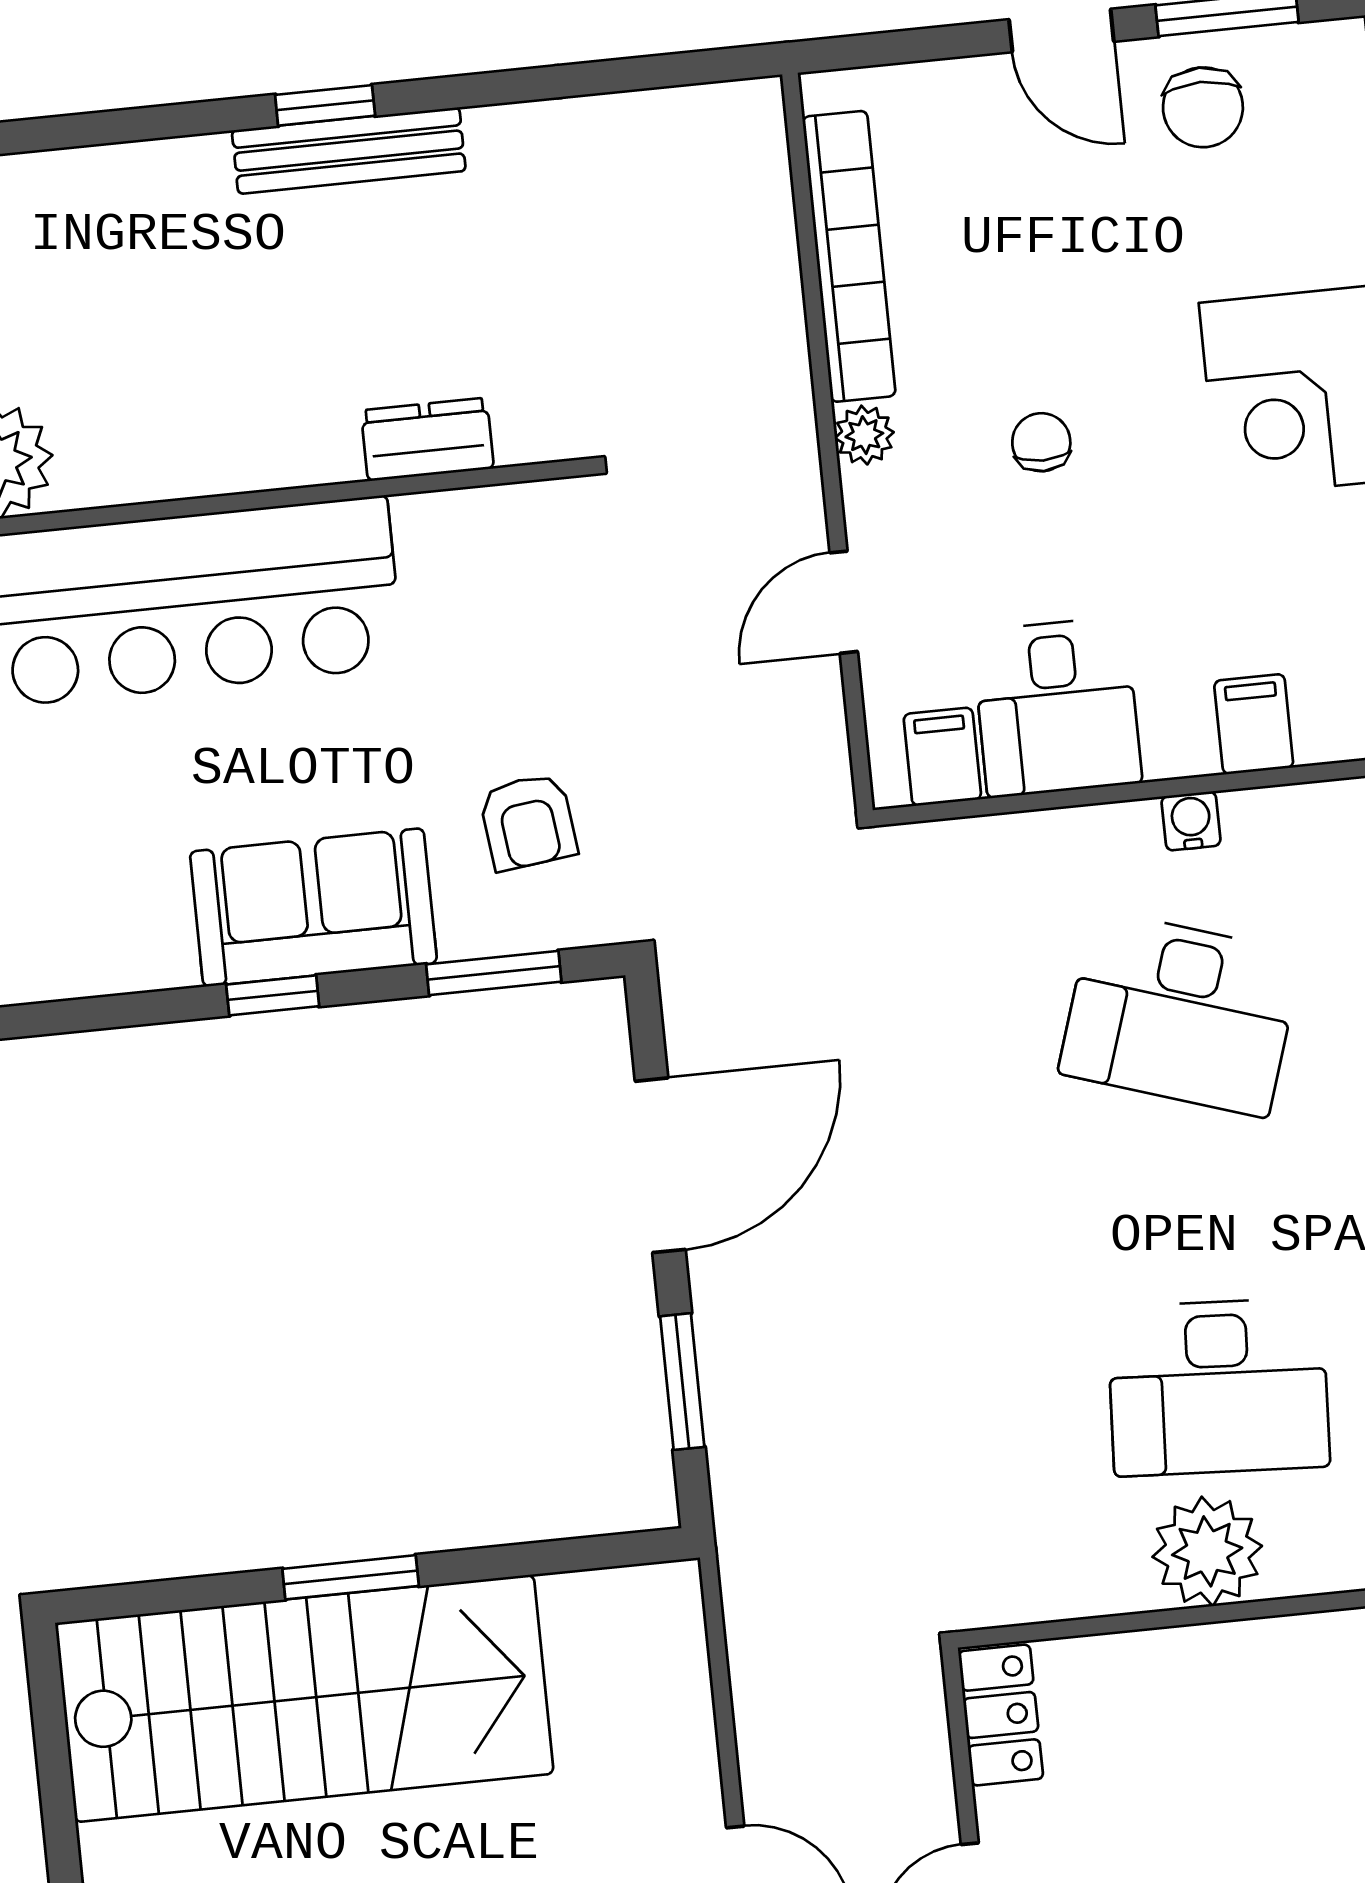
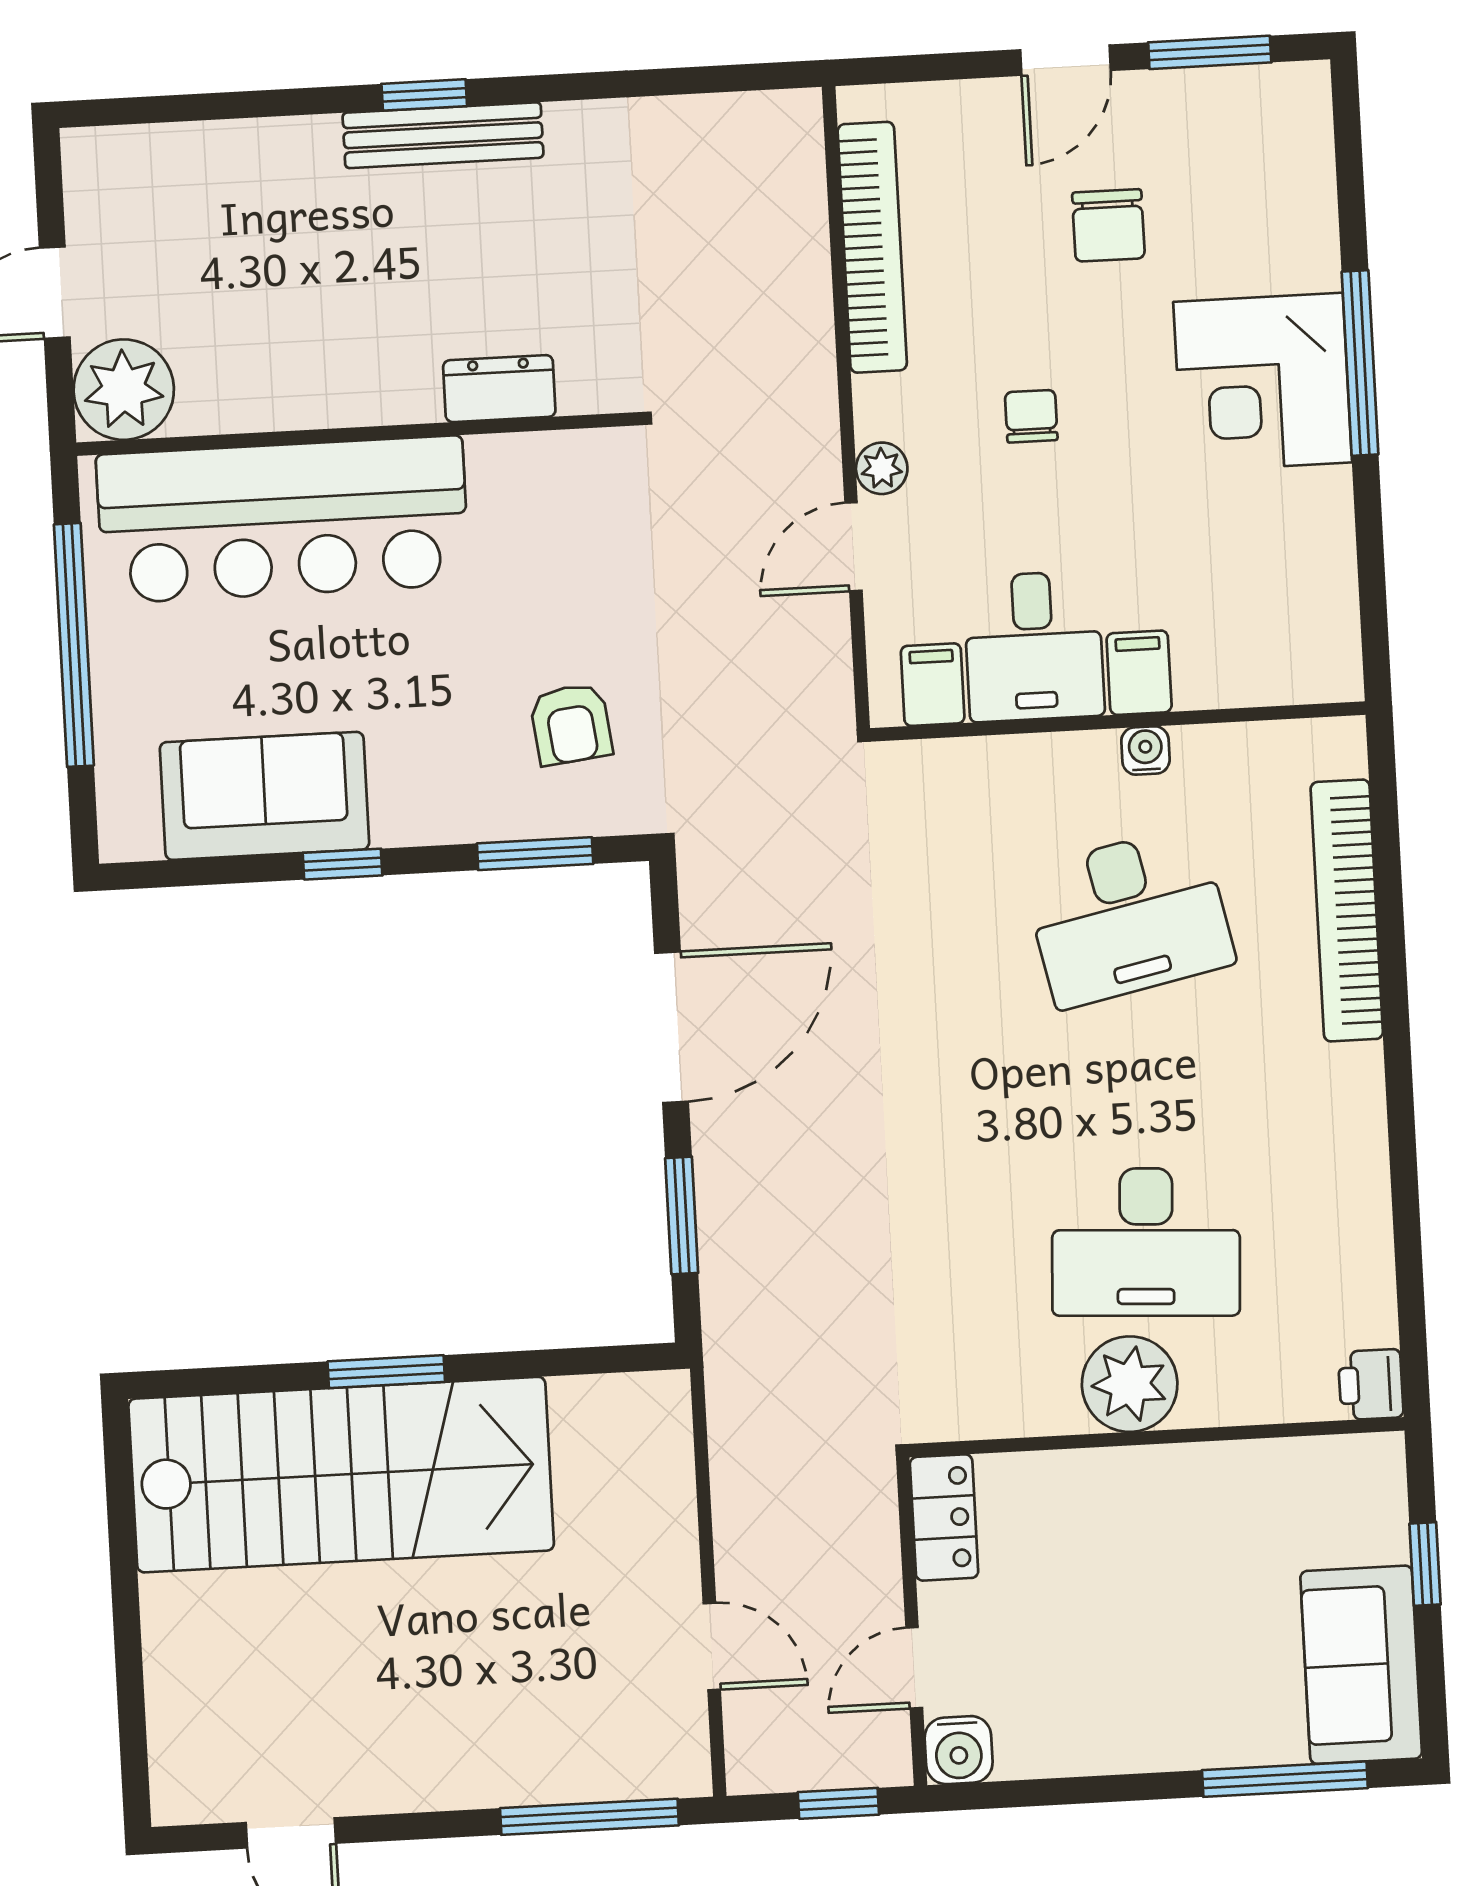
door: (1061, 30) -> (1066, 60), hinge flipped
chair: (1203, 107) -> (1108, 225), moved
plant: (864, 435) -> (882, 468), moved
filing cabinet: (1254, 724) -> (1139, 673), moved
sofa: (313, 907) -> (264, 796), moved
desk: (1180, 1013) -> (1128, 917), turned -30

